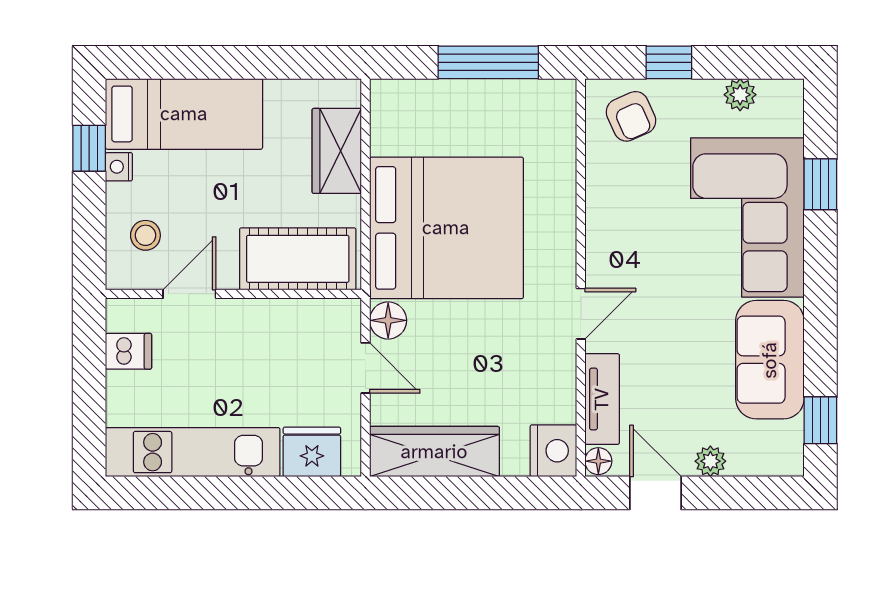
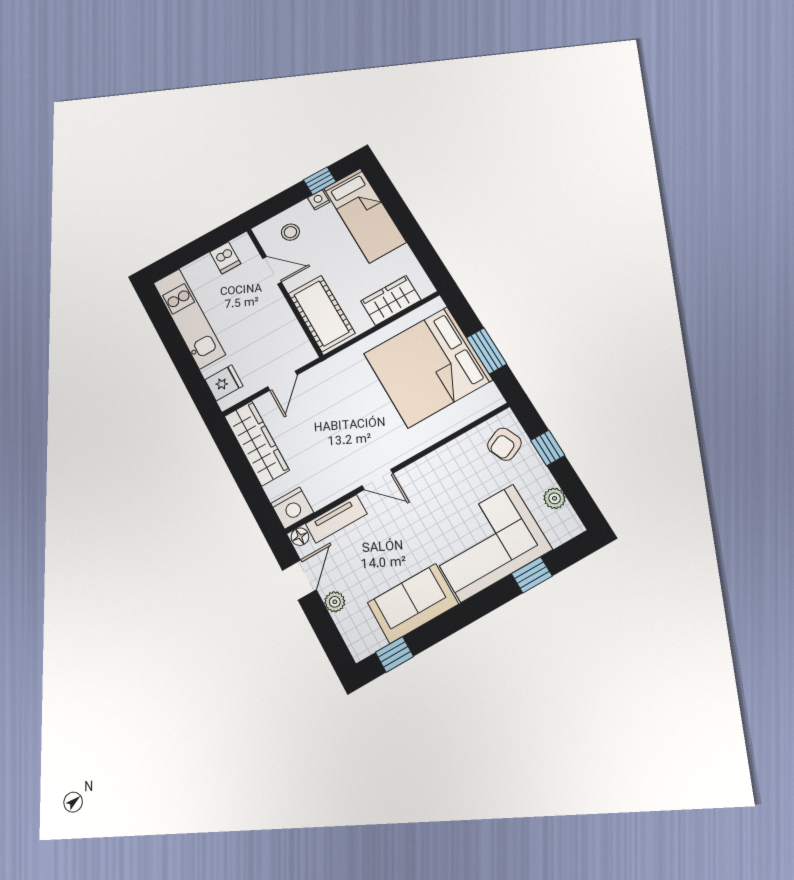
window: (488, 62) -> (487, 351), width x0.69
bed: (446, 228) -> (428, 367), moved, turned 90
floor lamp: (388, 320) -> (315, 378), removed
fridge: (312, 452) -> (224, 383), width x0.72

